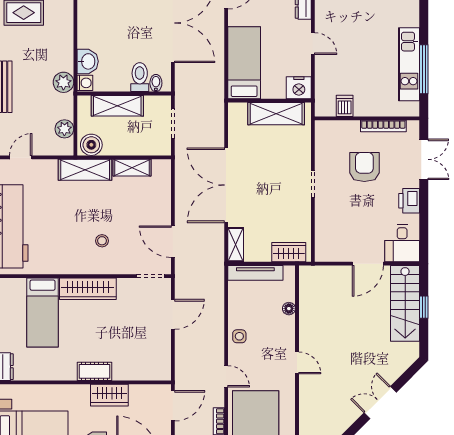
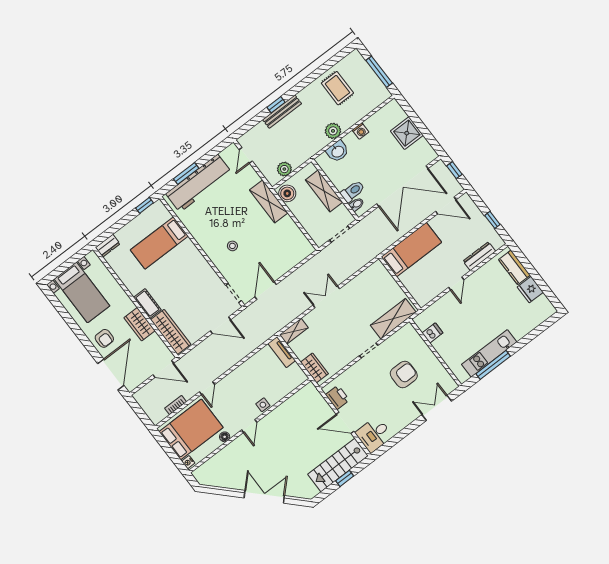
plant: (63, 82) -> (333, 131), moved
washing machine: (85, 83) -> (361, 131), moved
nightstand: (299, 88) -> (422, 296), removed
shelving: (276, 114) -> (393, 319), moved, turned 90
bookcase: (383, 126) -> (438, 367), removed
door: (21, 157) -> (246, 155), swing flipped
double door: (424, 159) -> (437, 408), swing flipped
shelving: (132, 168) -> (292, 230), removed
double door: (226, 185) -> (326, 297), width x0.54
printer: (409, 201) -> (337, 397), moved, turned 90
tv unit: (255, 273) -> (282, 352), width x0.71
wardrobe: (88, 289) -> (171, 332), moved, turned 180
floor lamp: (289, 309) -> (225, 437), moved
side table: (239, 336) -> (263, 405), moved
double door: (380, 402) -> (264, 497), width x1.37

